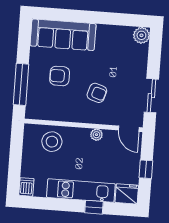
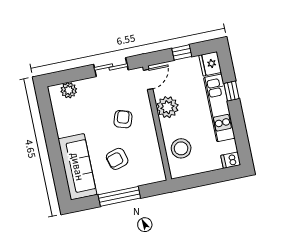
plant: (141, 35) -> (69, 90), moved
armchair: (60, 76) -> (117, 159), turned 74
window: (21, 84) -> (119, 196), moved
plant: (96, 135) -> (167, 107), width x1.88, depth x1.88

